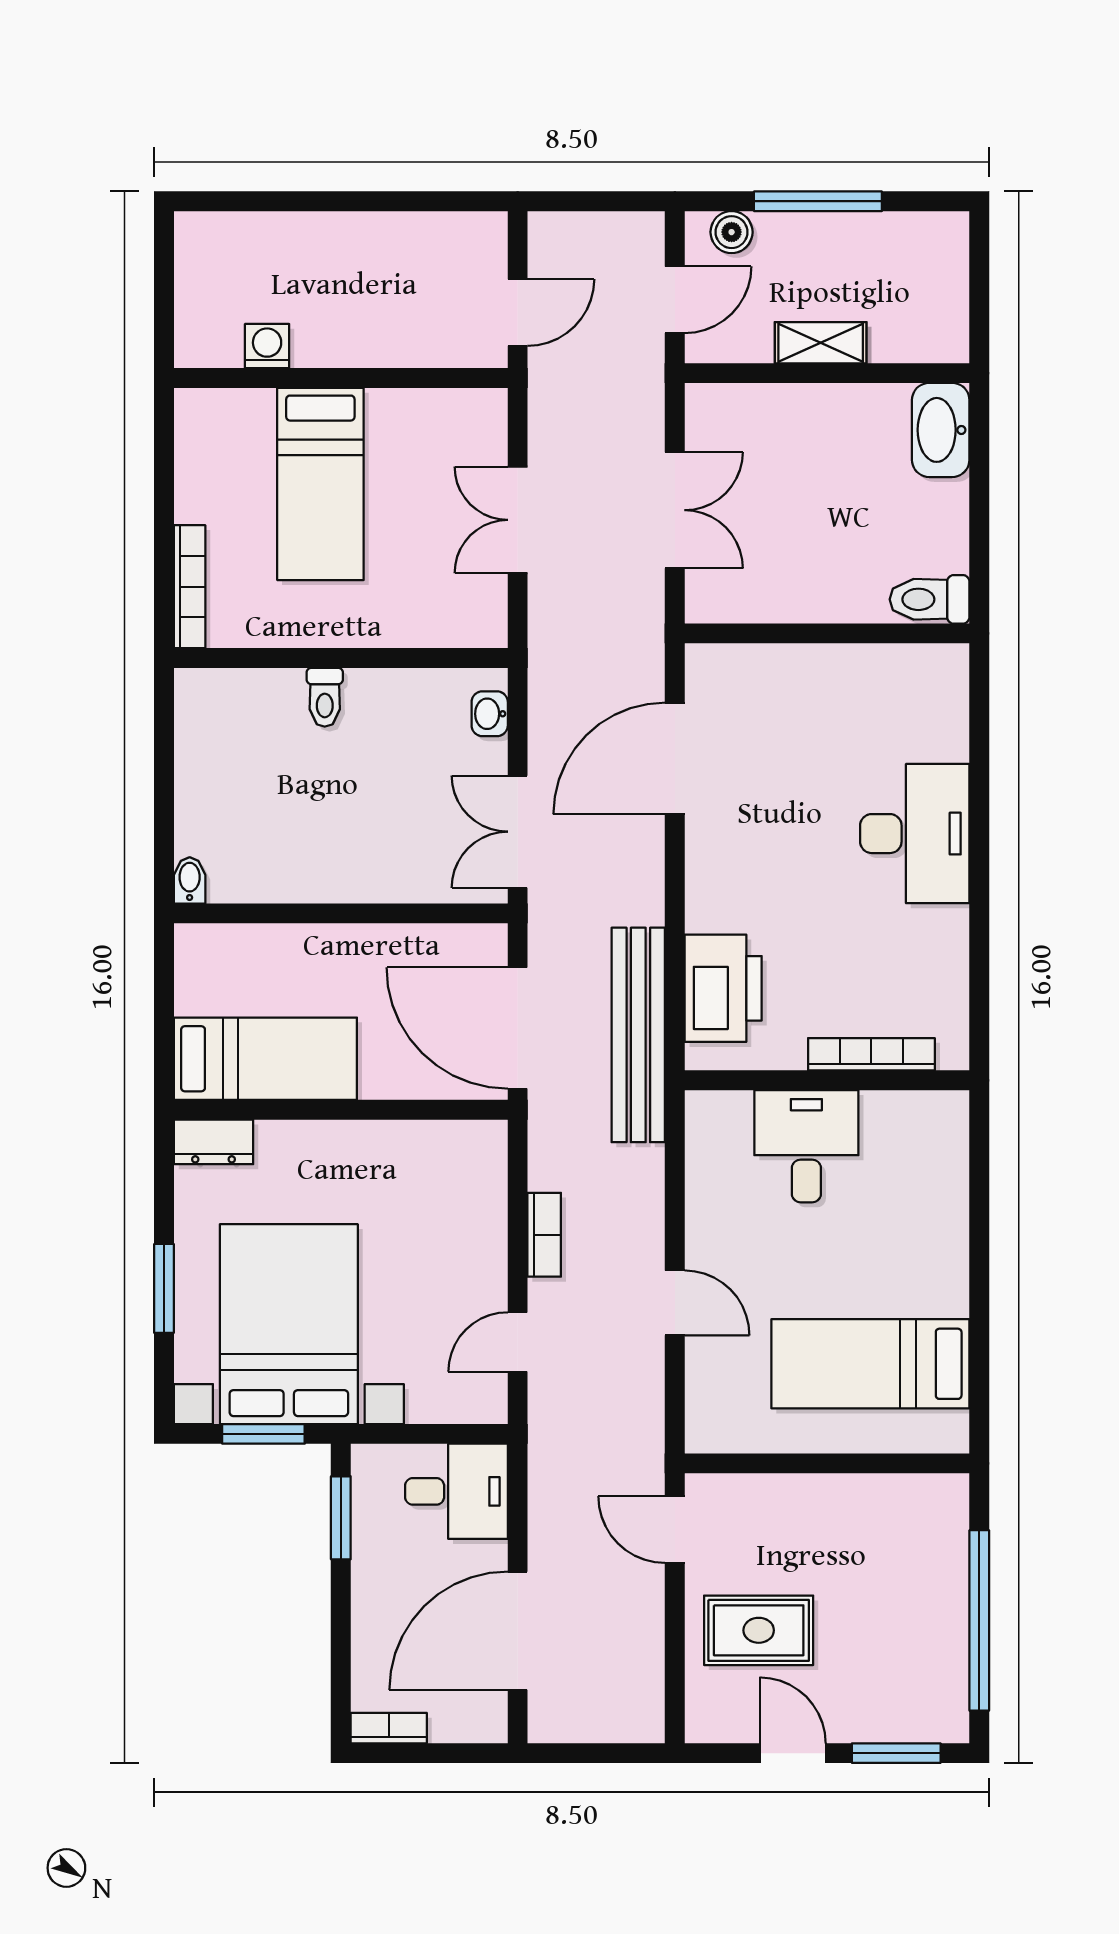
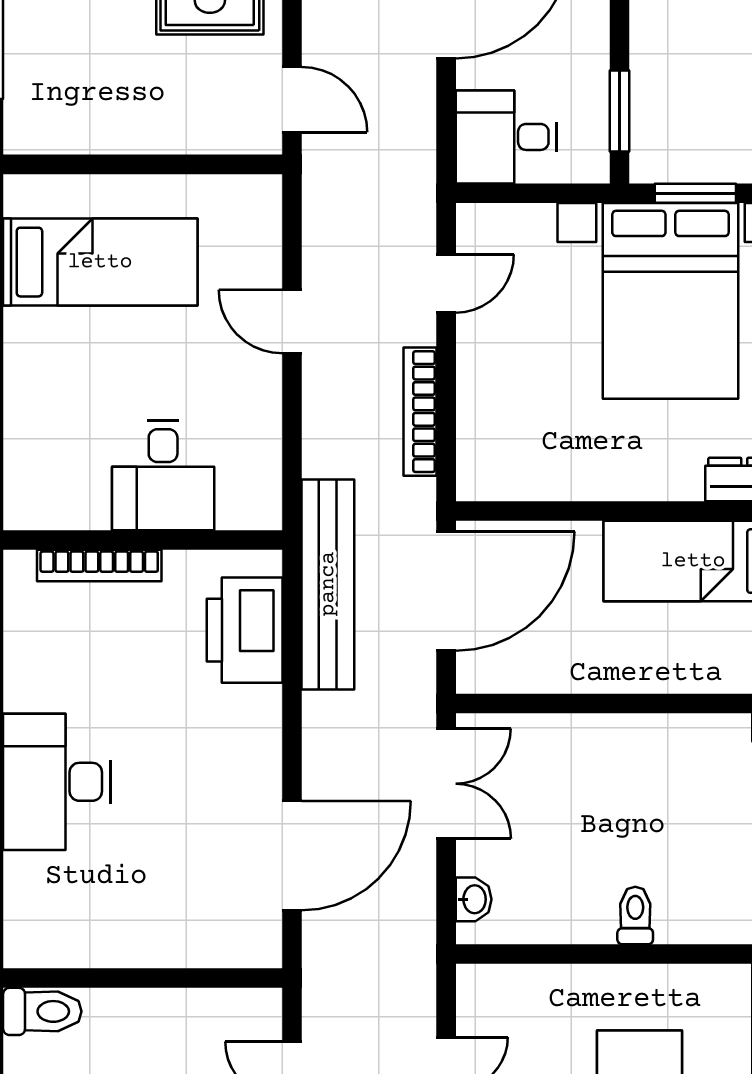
door: (518, 1028) -> (446, 591), hinge flipped
bookcase: (544, 1235) -> (420, 412), width x1.56

